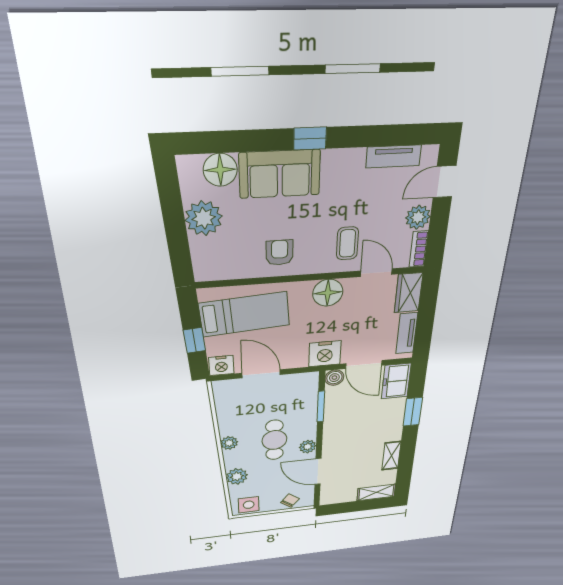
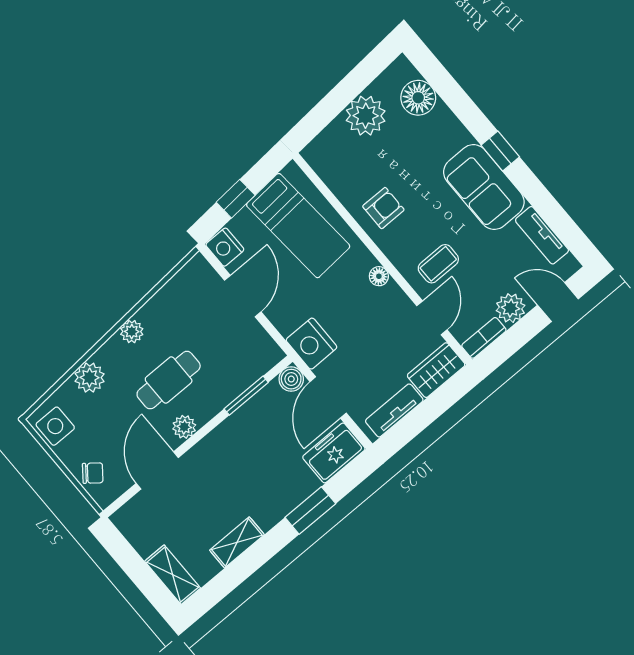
sofa: (280, 174) -> (484, 187), moved
floor lamp: (328, 293) -> (379, 276), width x0.53, depth x0.53

